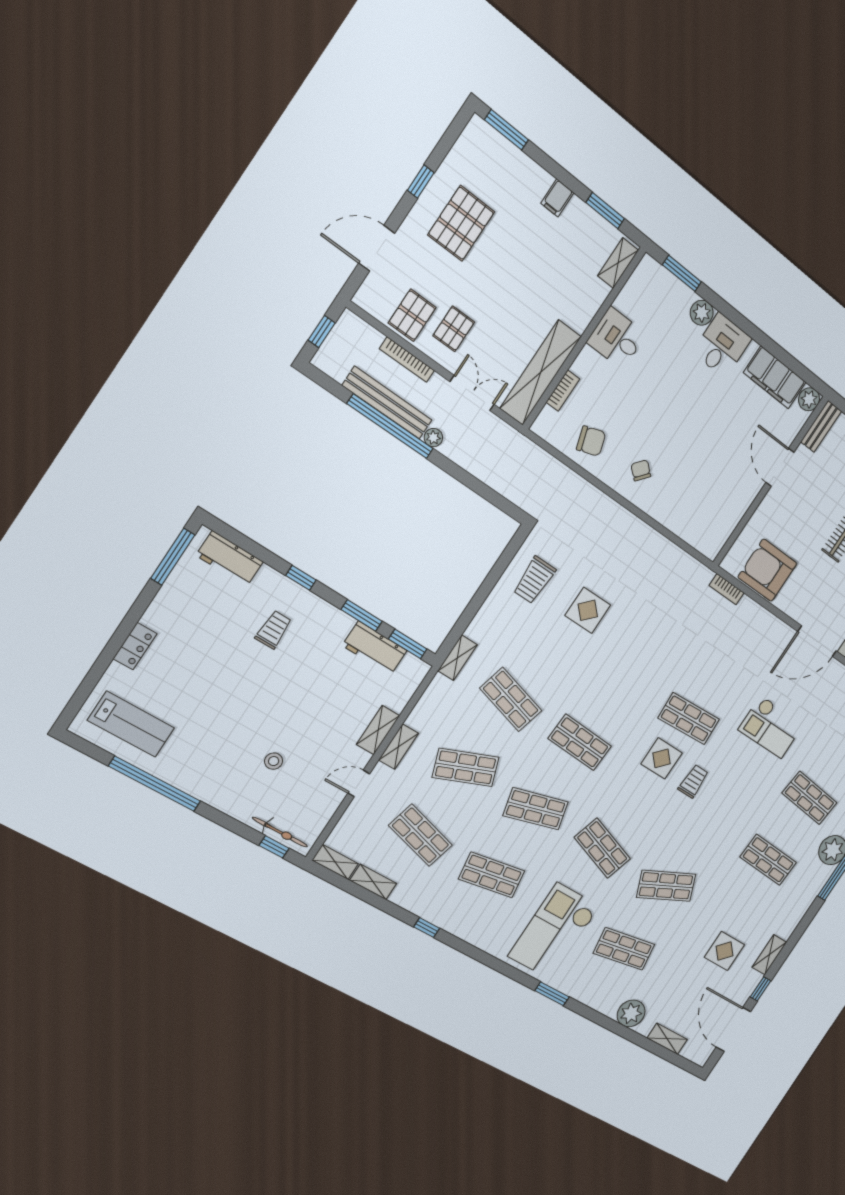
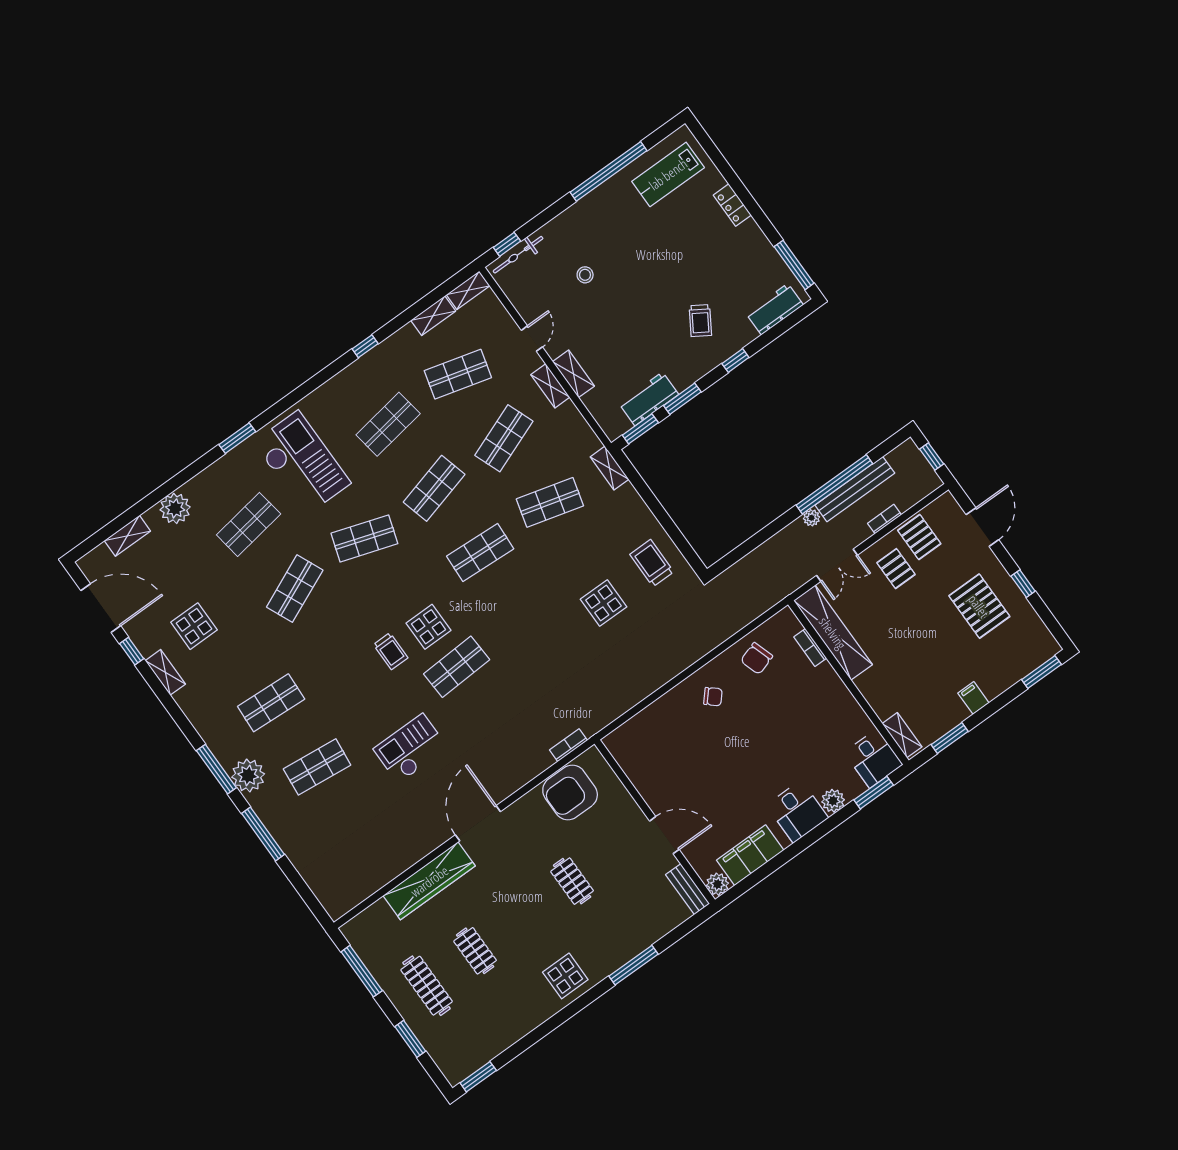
desk: (617, 338) -> (873, 758), moved, turned 90
bookcase: (407, 360) -> (884, 519), width x0.64
armchair: (767, 570) -> (570, 792), turned 180
trolley: (274, 630) -> (700, 321), turned 32

